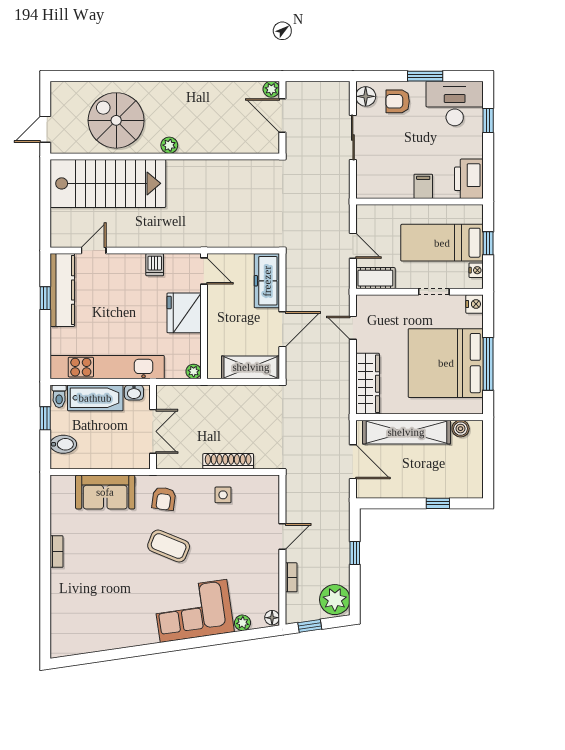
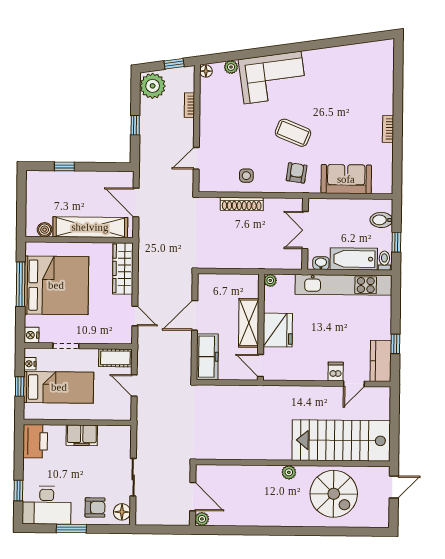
filing cabinet: (423, 186) -> (82, 435), width x2.00
dishwasher: (155, 265) -> (336, 372), moved
kitchen counter: (62, 290) -> (381, 361), width x0.67
shelving: (251, 367) -> (249, 323), moved, turned 90
door: (282, 537) -> (196, 158), moved

